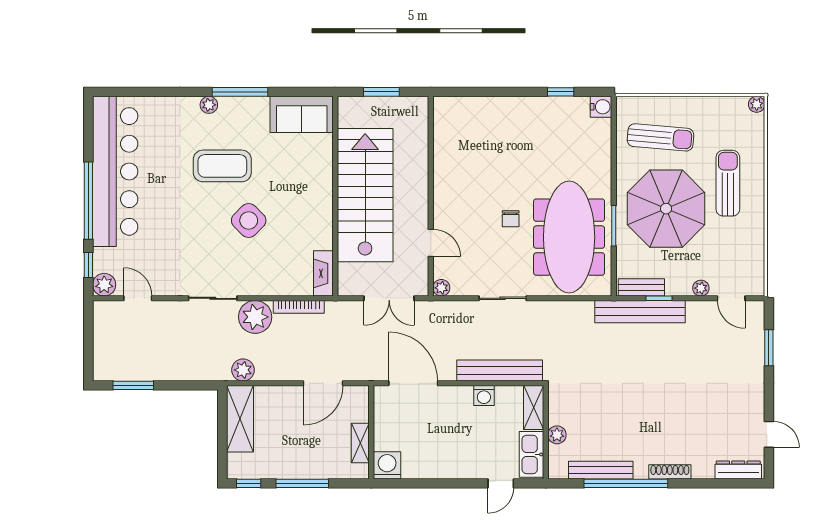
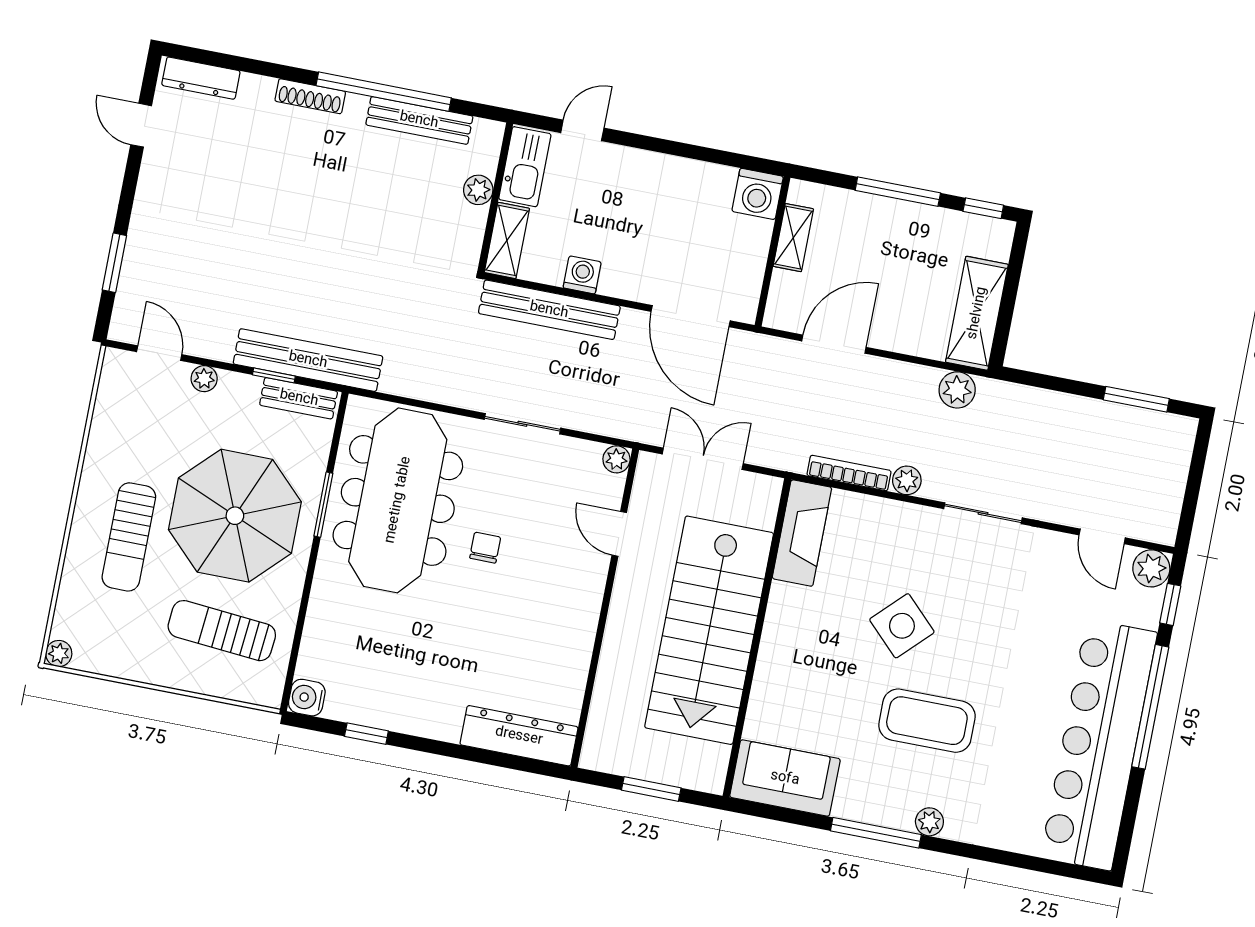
dresser: (468, 109) -> (519, 736), added
fireplace: (323, 273) -> (802, 533), width x1.37, depth x1.32
plant: (255, 317) -> (907, 480), width x0.53, depth x0.53

